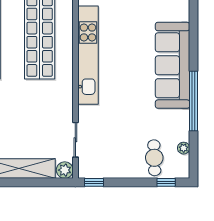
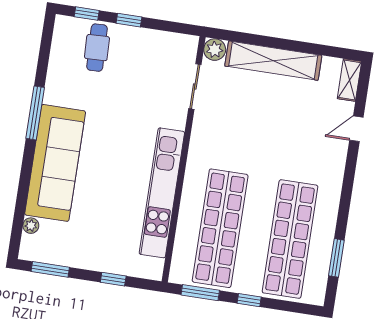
window: (194, 101) -> (35, 113), width x0.68
plant: (184, 148) -> (31, 226), moved
window: (94, 182) -> (129, 20), moved

